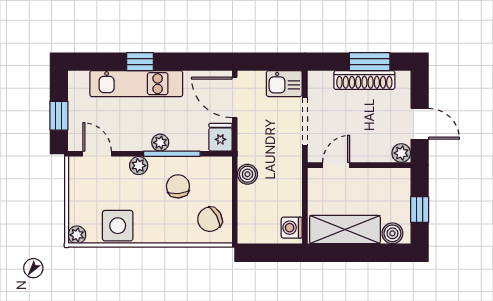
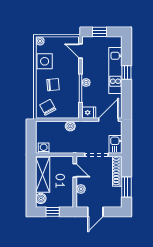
shoe rack: (364, 80) -> (117, 171), moved
plant: (401, 153) -> (81, 189), moved
door: (97, 154) -> (80, 51), swing flipped
plant: (139, 166) -> (75, 72), removed
chair: (178, 186) -> (53, 85), moved

